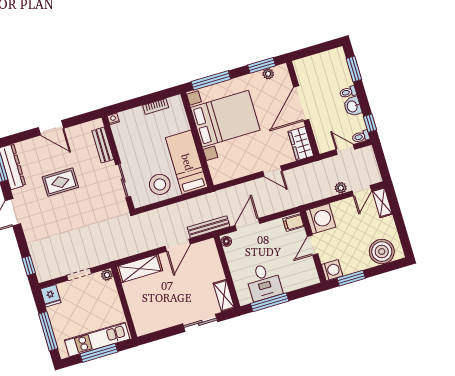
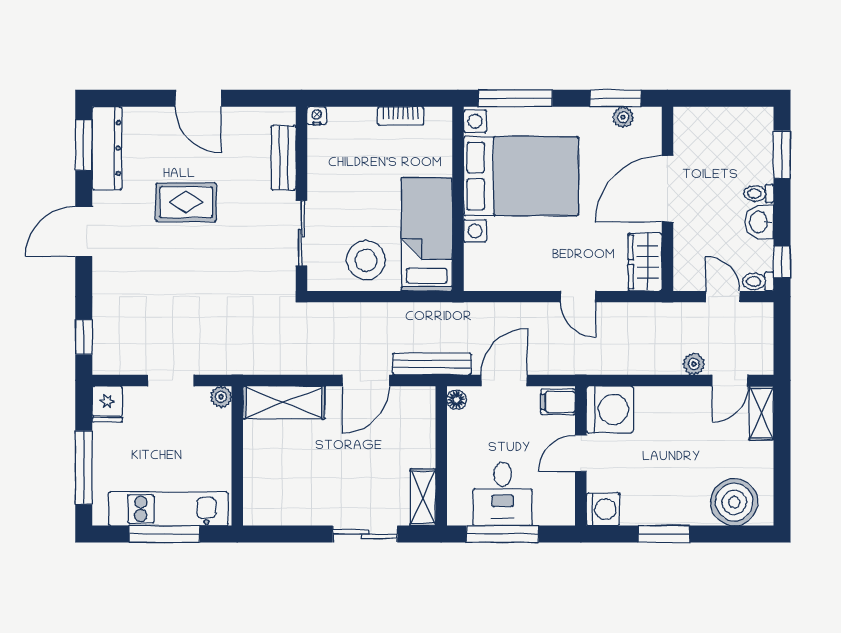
washing machine: (321, 219) -> (610, 409), moved
filing cabinet: (293, 223) -> (558, 402), moved
door: (313, 245) -> (581, 453), moved
wall: (313, 246) -> (581, 456), moved
washing machine: (332, 270) -> (603, 509), moved

